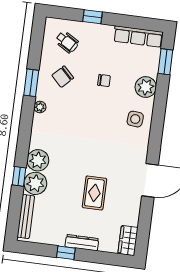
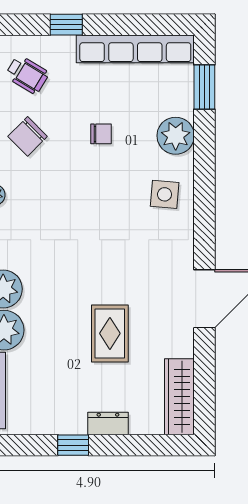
row of seats: (138, 37) -> (135, 49), width x1.36
wardrobe: (128, 241) -> (179, 397), width x1.50
dresser: (82, 243) -> (108, 424), width x0.70

